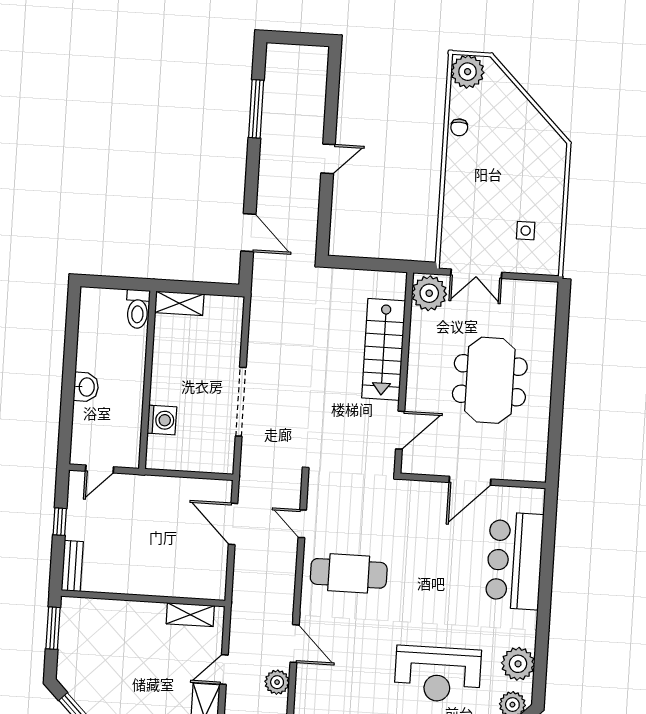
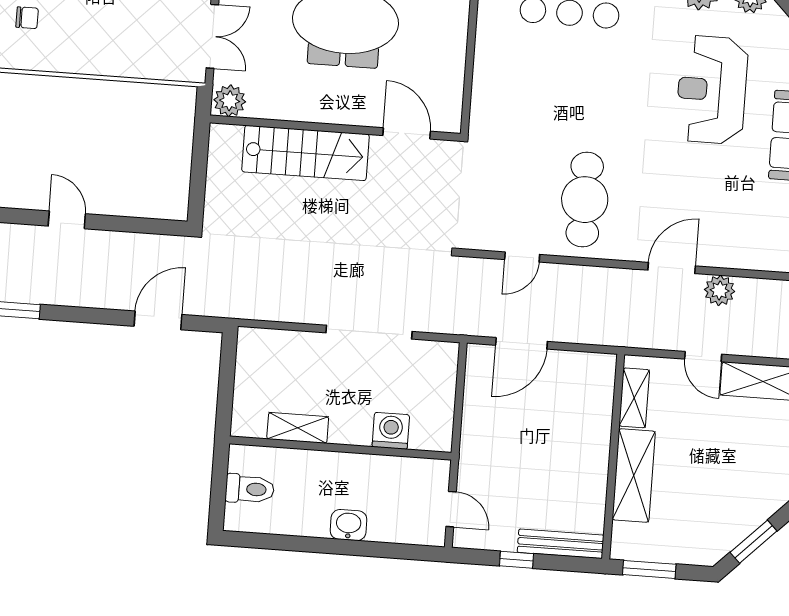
chair: (459, 127) -> (27, 18), moved
plant: (429, 293) -> (230, 101), width x0.73, depth x0.73
shelving: (179, 303) -> (298, 428), moved, turned 90
toilet: (138, 309) -> (250, 489), moved
door: (470, 481) -> (471, 47), removed
bench: (72, 566) -> (561, 544), width x1.36
shelving: (128, 615) -> (634, 475), added
reception desk: (438, 674) -> (712, 90), turned 180

